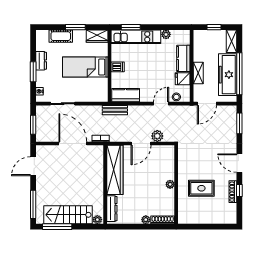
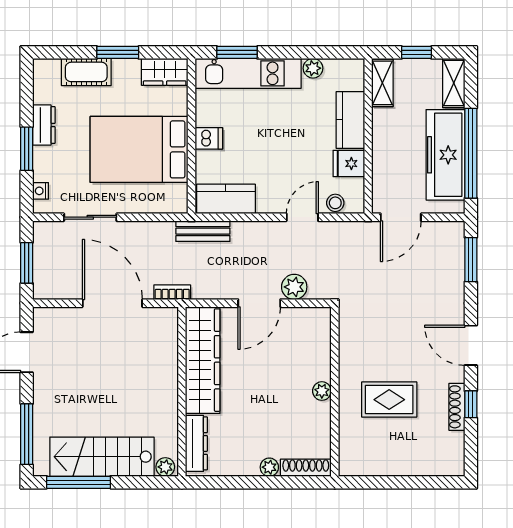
bed: (85, 67) -> (139, 149), width x1.50
shelving: (198, 73) -> (382, 83), moved

